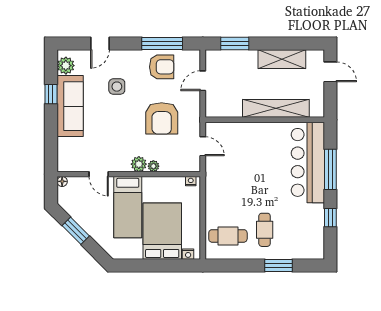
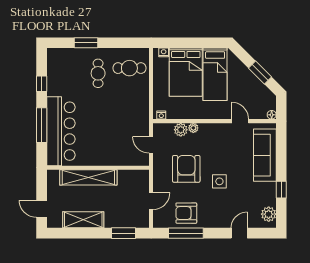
side table: (117, 87) -> (219, 181), moved
sofa: (70, 106) -> (265, 155), moved
plant: (139, 164) -> (181, 130), moved
bed: (128, 207) -> (215, 74), moved, turned 180

